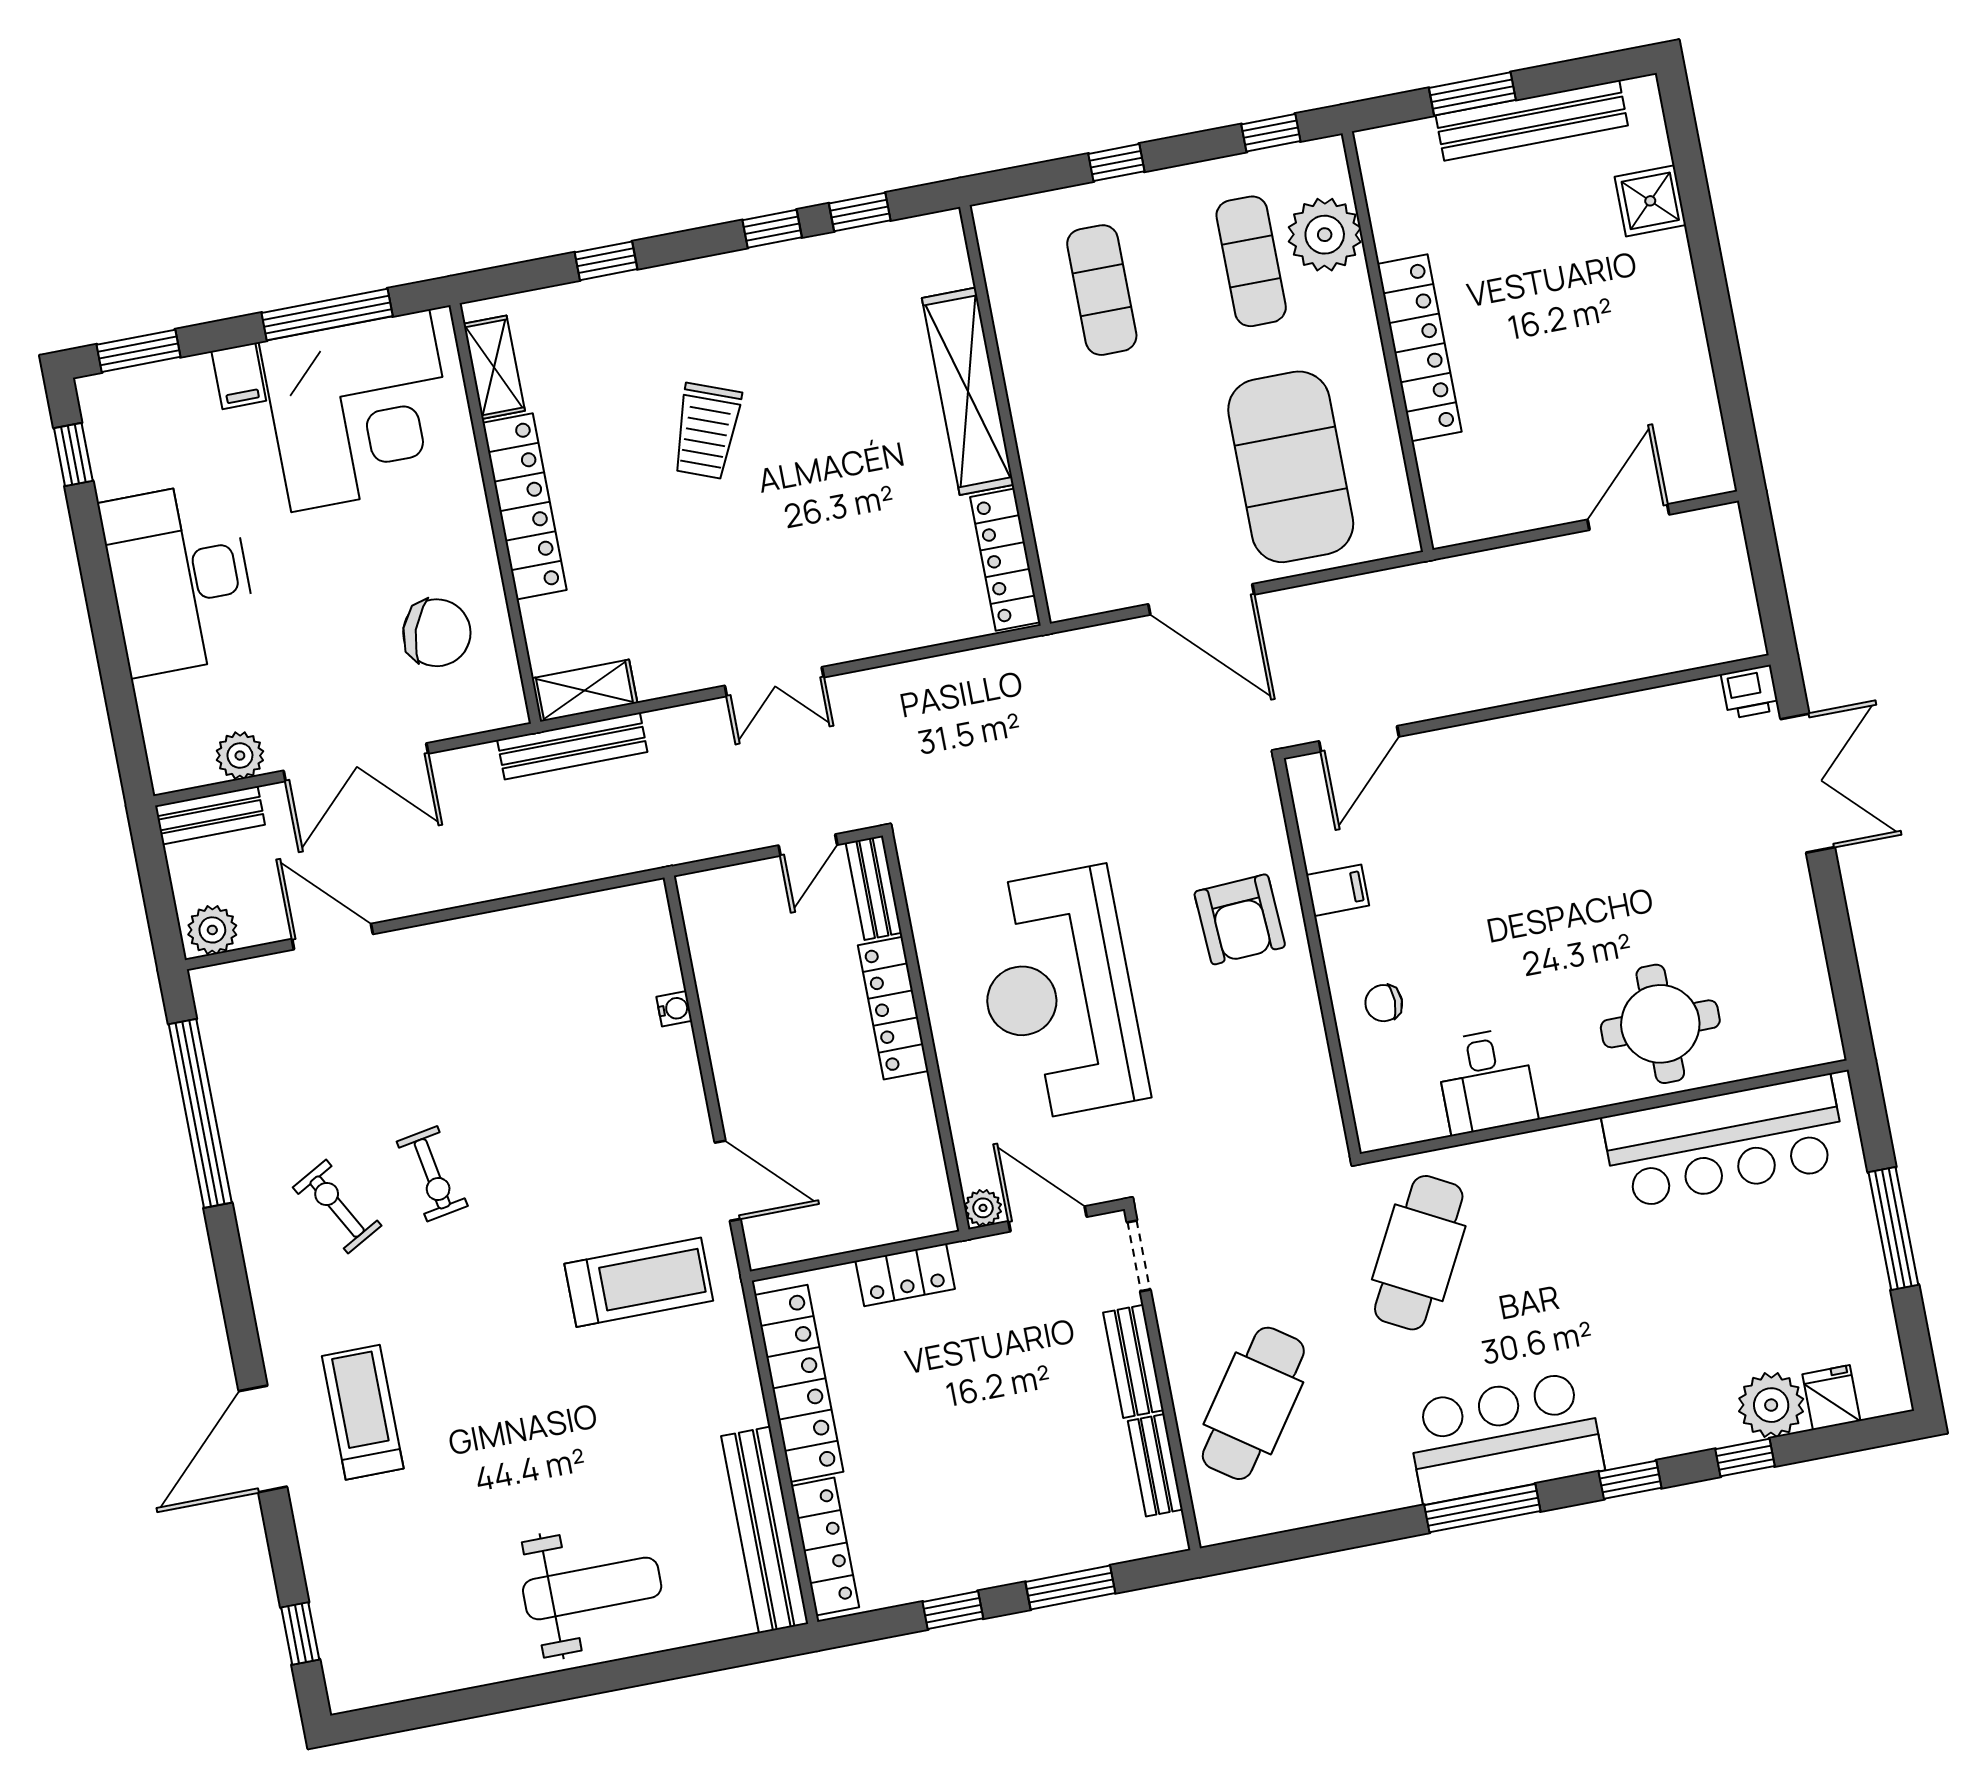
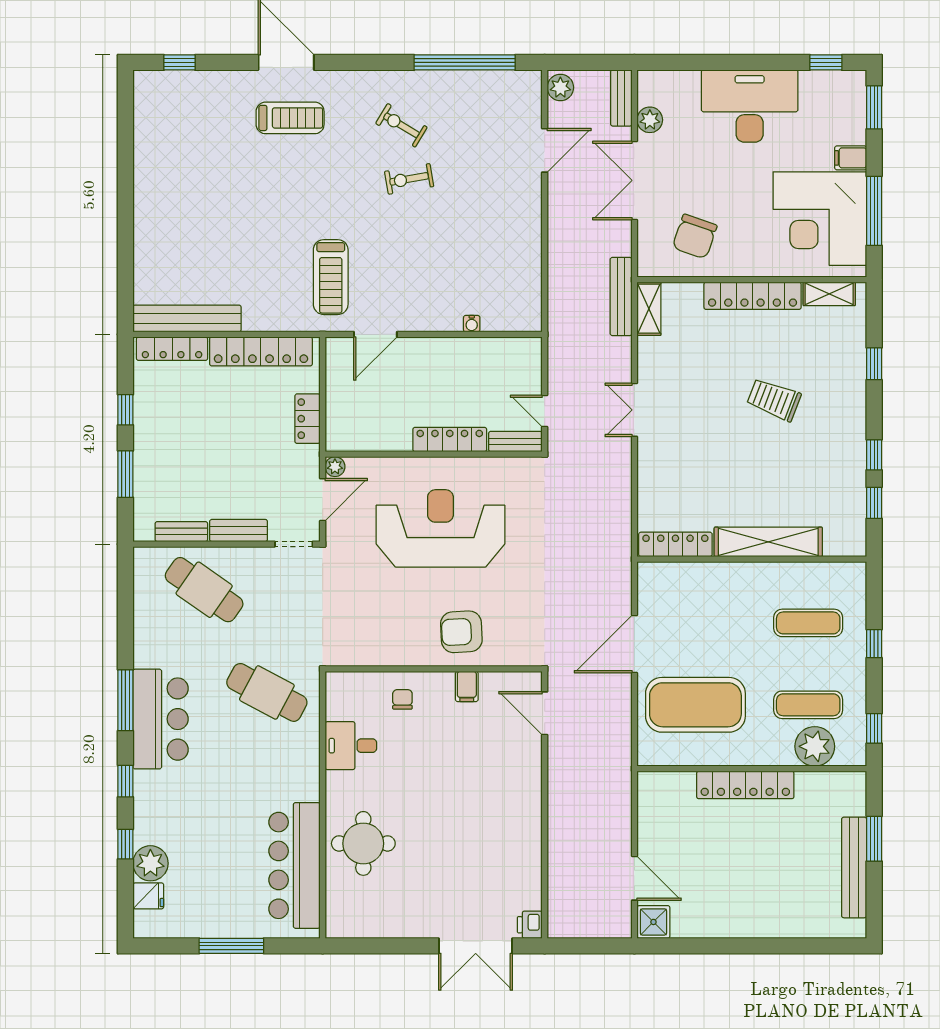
shower: (1650, 201) -> (653, 922), moved
exercise bike: (337, 1207) -> (401, 125), turned -120
weight bench: (592, 1588) -> (174, 221), removed

